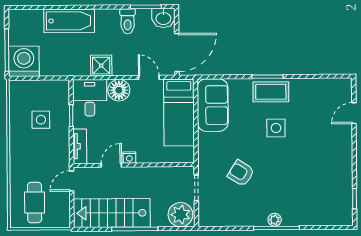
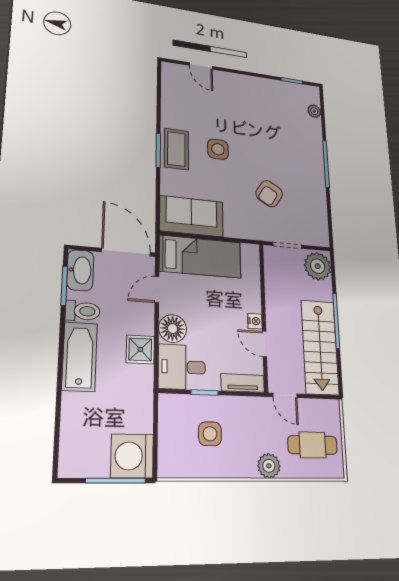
washbasin: (163, 18) -> (80, 270), width x1.38
bathtub: (69, 21) -> (80, 357), moved
plant: (18, 166) -> (269, 466), added
plant: (275, 220) -> (314, 111), moved

